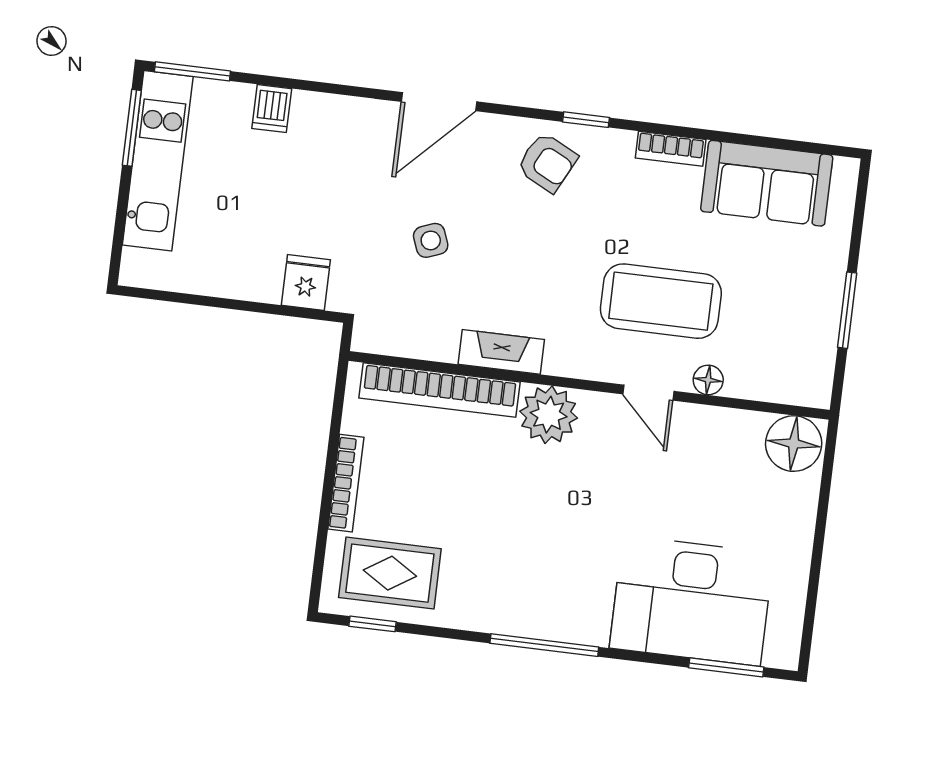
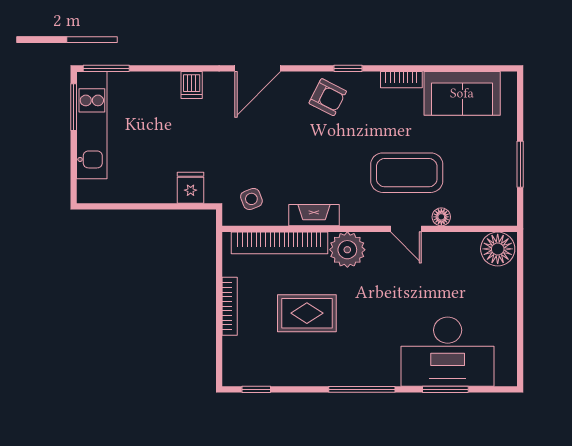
dishwasher: (272, 109) -> (192, 85), moved
side table: (431, 240) -> (251, 199), moved
rug: (390, 573) -> (307, 313), moved
window: (726, 667) -> (445, 389), moved

